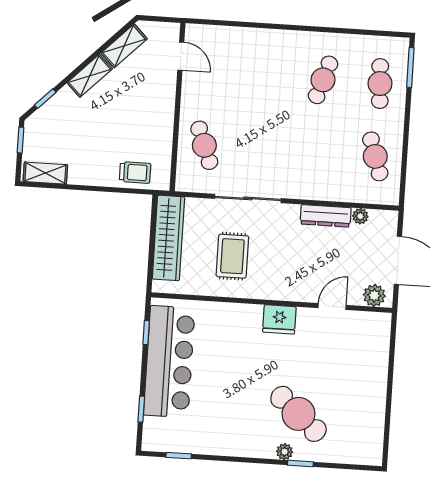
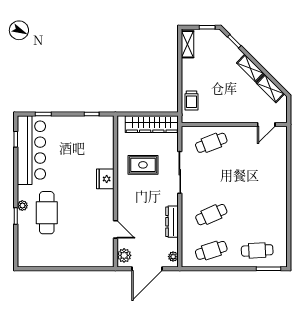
cafe table: (323, 80) -> (211, 215), moved, turned -42
plant: (360, 216) -> (173, 257), moved
fridge: (279, 319) -> (105, 179), moved
bar counter: (169, 362) -> (31, 150), moved, turned -90
cafe table: (298, 414) -> (47, 213), turned -41

